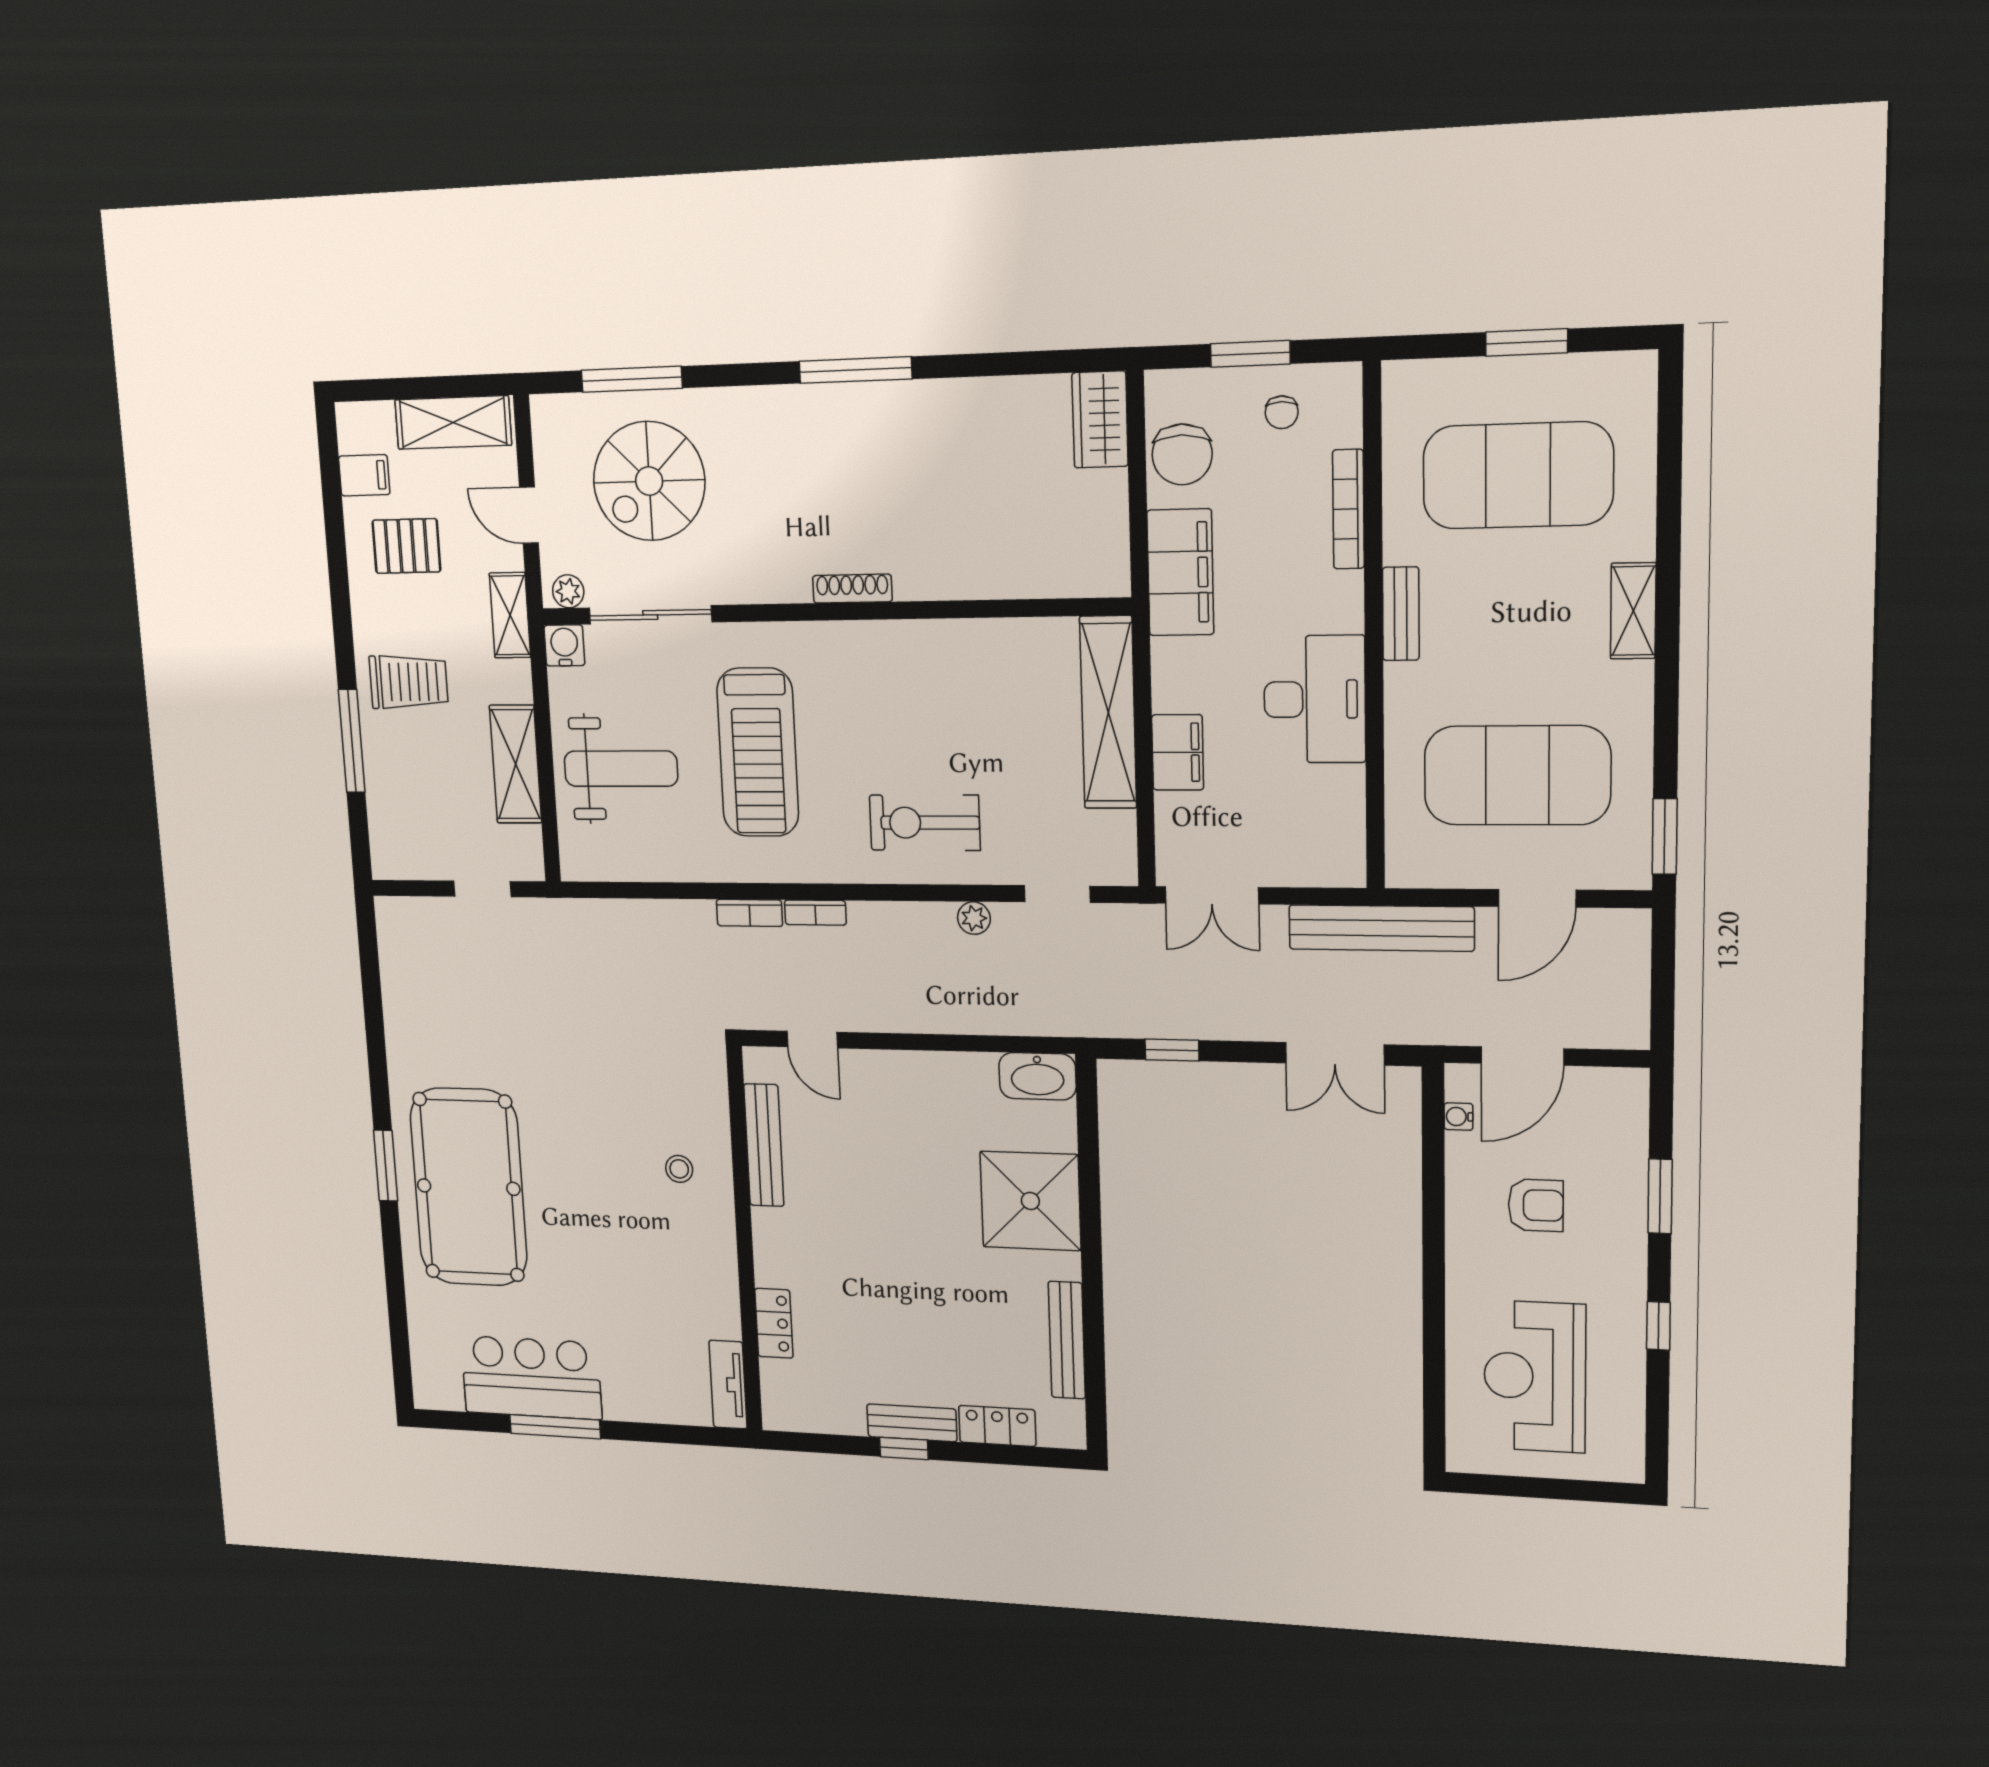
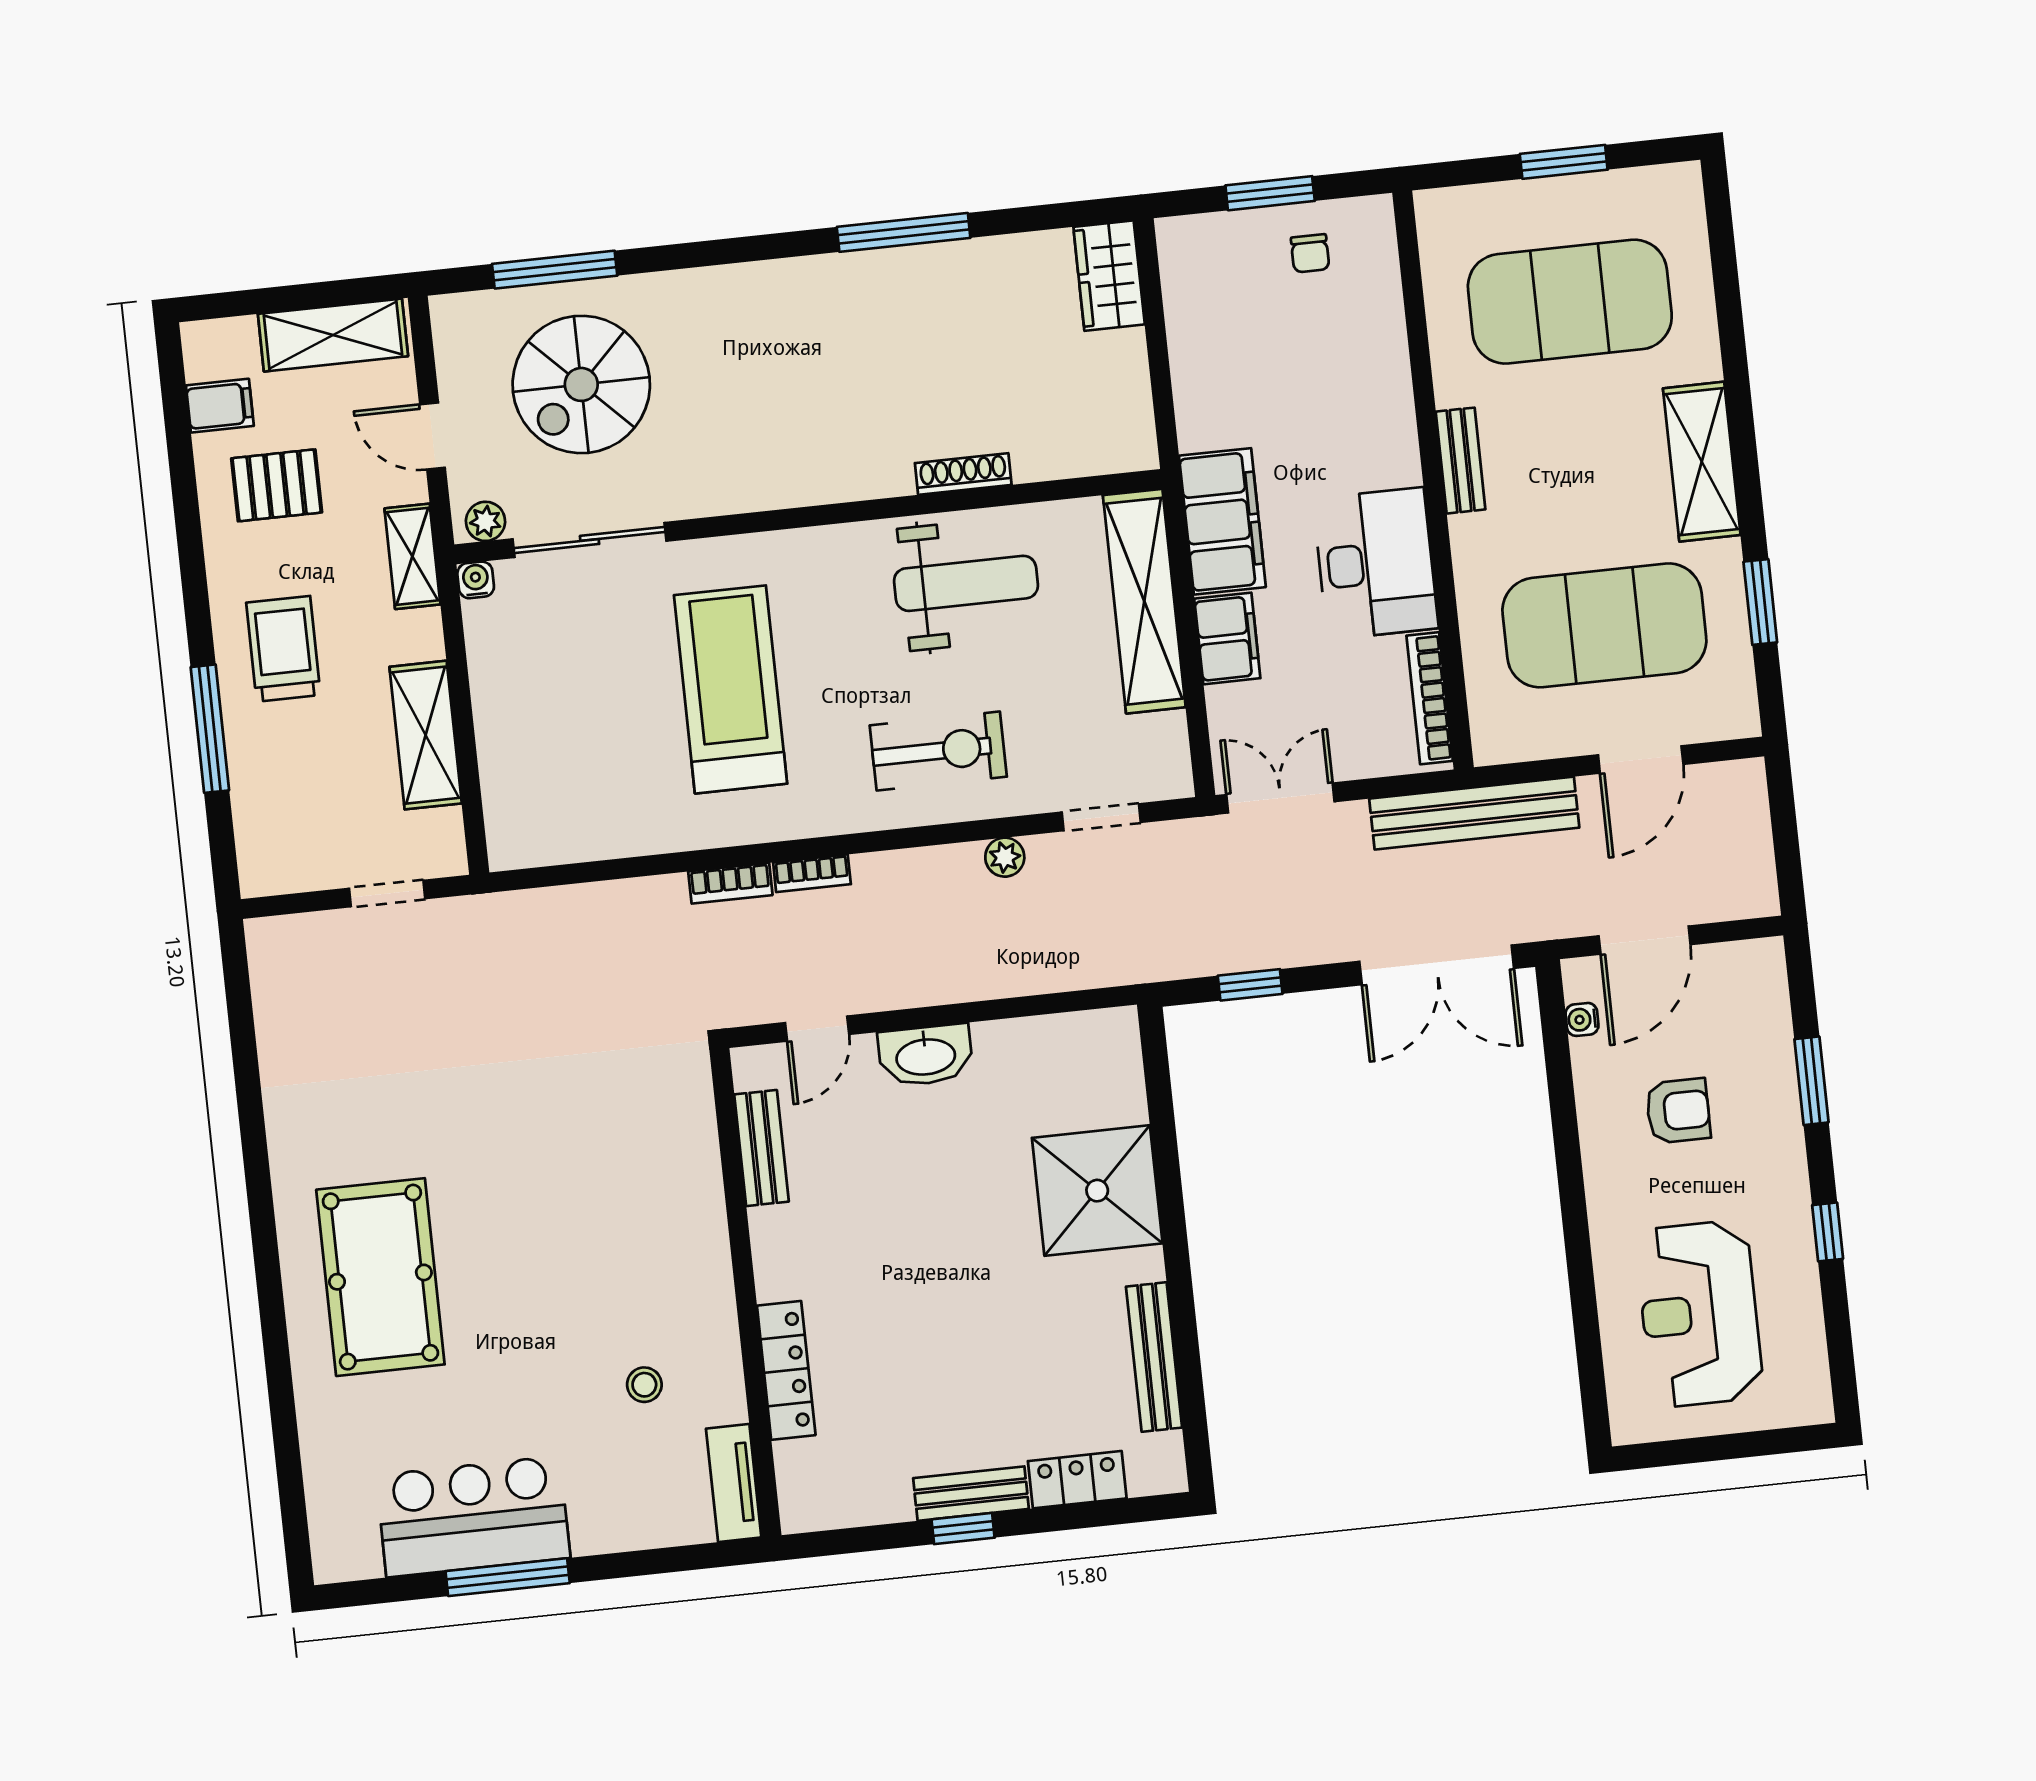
window: (855, 370) -> (904, 232), moved
chair: (1182, 454) -> (1204, 307), removed
bookcase: (1348, 509) -> (1430, 698), moved
filing cabinet: (1180, 572) -> (1222, 521), moved
shoe rack: (852, 589) -> (963, 474), moved
shelving: (1633, 611) -> (1702, 462), width x1.50, depth x1.33
water cooler: (564, 645) -> (476, 580), width x0.72, depth x0.72
trolley: (409, 682) -> (283, 649), turned -90
treadmill: (758, 752) -> (730, 689), turned 180
weight bench: (621, 769) -> (966, 583), moved
exercise bike: (925, 823) -> (938, 751), turned 180
window: (1665, 837) -> (1760, 602), moved
double door: (1212, 895) -> (1280, 798), swing flipped
door: (812, 1040) -> (817, 1029), hinge flipped
double door: (1335, 1054) -> (1437, 965), width x1.37
washbasin: (1037, 1076) -> (926, 1055), moved
bench: (764, 1145) -> (762, 1148), width x0.73
window: (386, 1166) -> (267, 1265), removed
stool: (679, 1169) -> (644, 1385), moved
pool table: (469, 1187) -> (380, 1277), width x0.73, depth x0.76
locker: (774, 1323) -> (786, 1370), width x1.53

